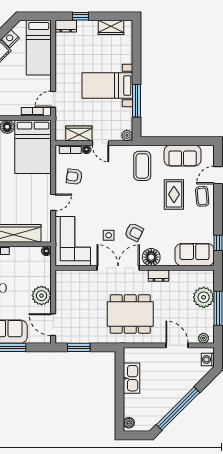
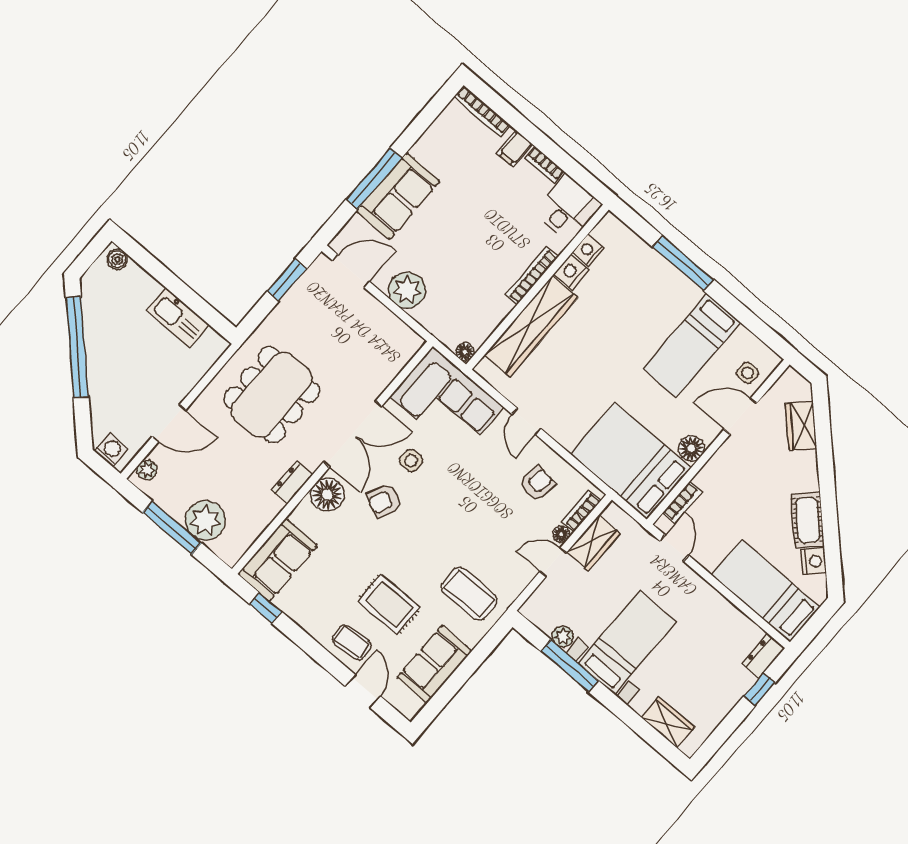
wardrobe: (111, 27) -> (668, 722), moved, turned 90
plant: (127, 135) -> (563, 636), moved

